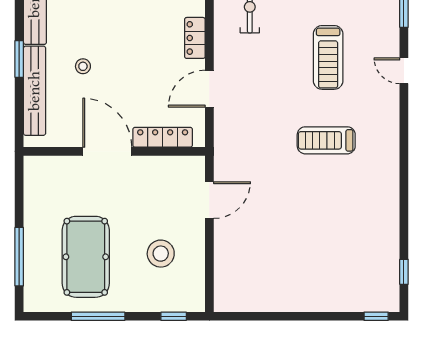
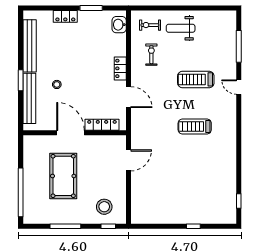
treadmill: (328, 57) -> (196, 79), turned 90
door: (209, 89) -> (129, 97), swing flipped
stool: (161, 254) -> (104, 207), moved
window: (19, 257) -> (21, 192), width x1.46
pool table: (86, 257) -> (63, 176), moved
window: (376, 316) -> (193, 226), moved

